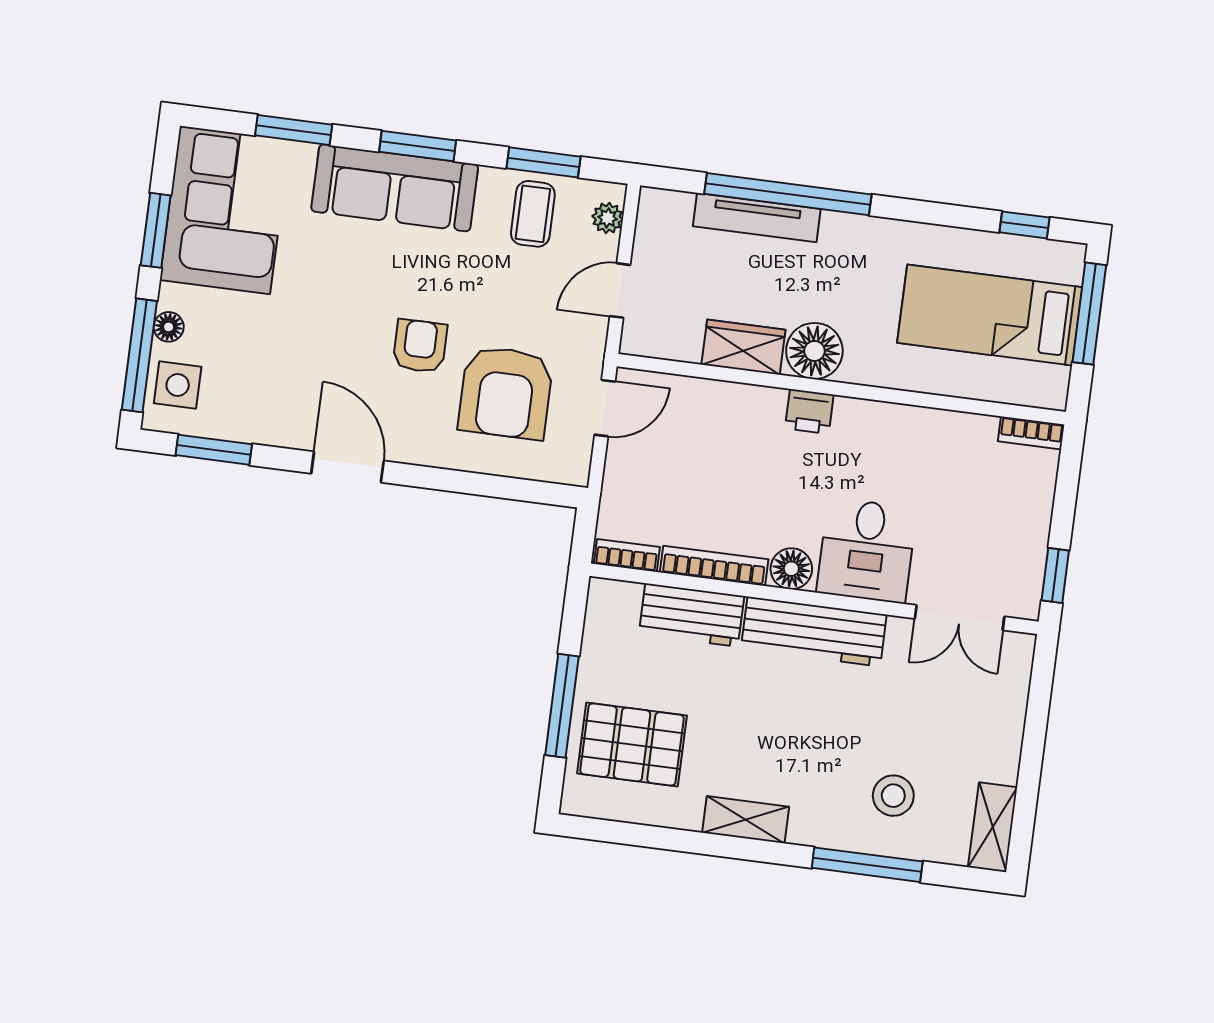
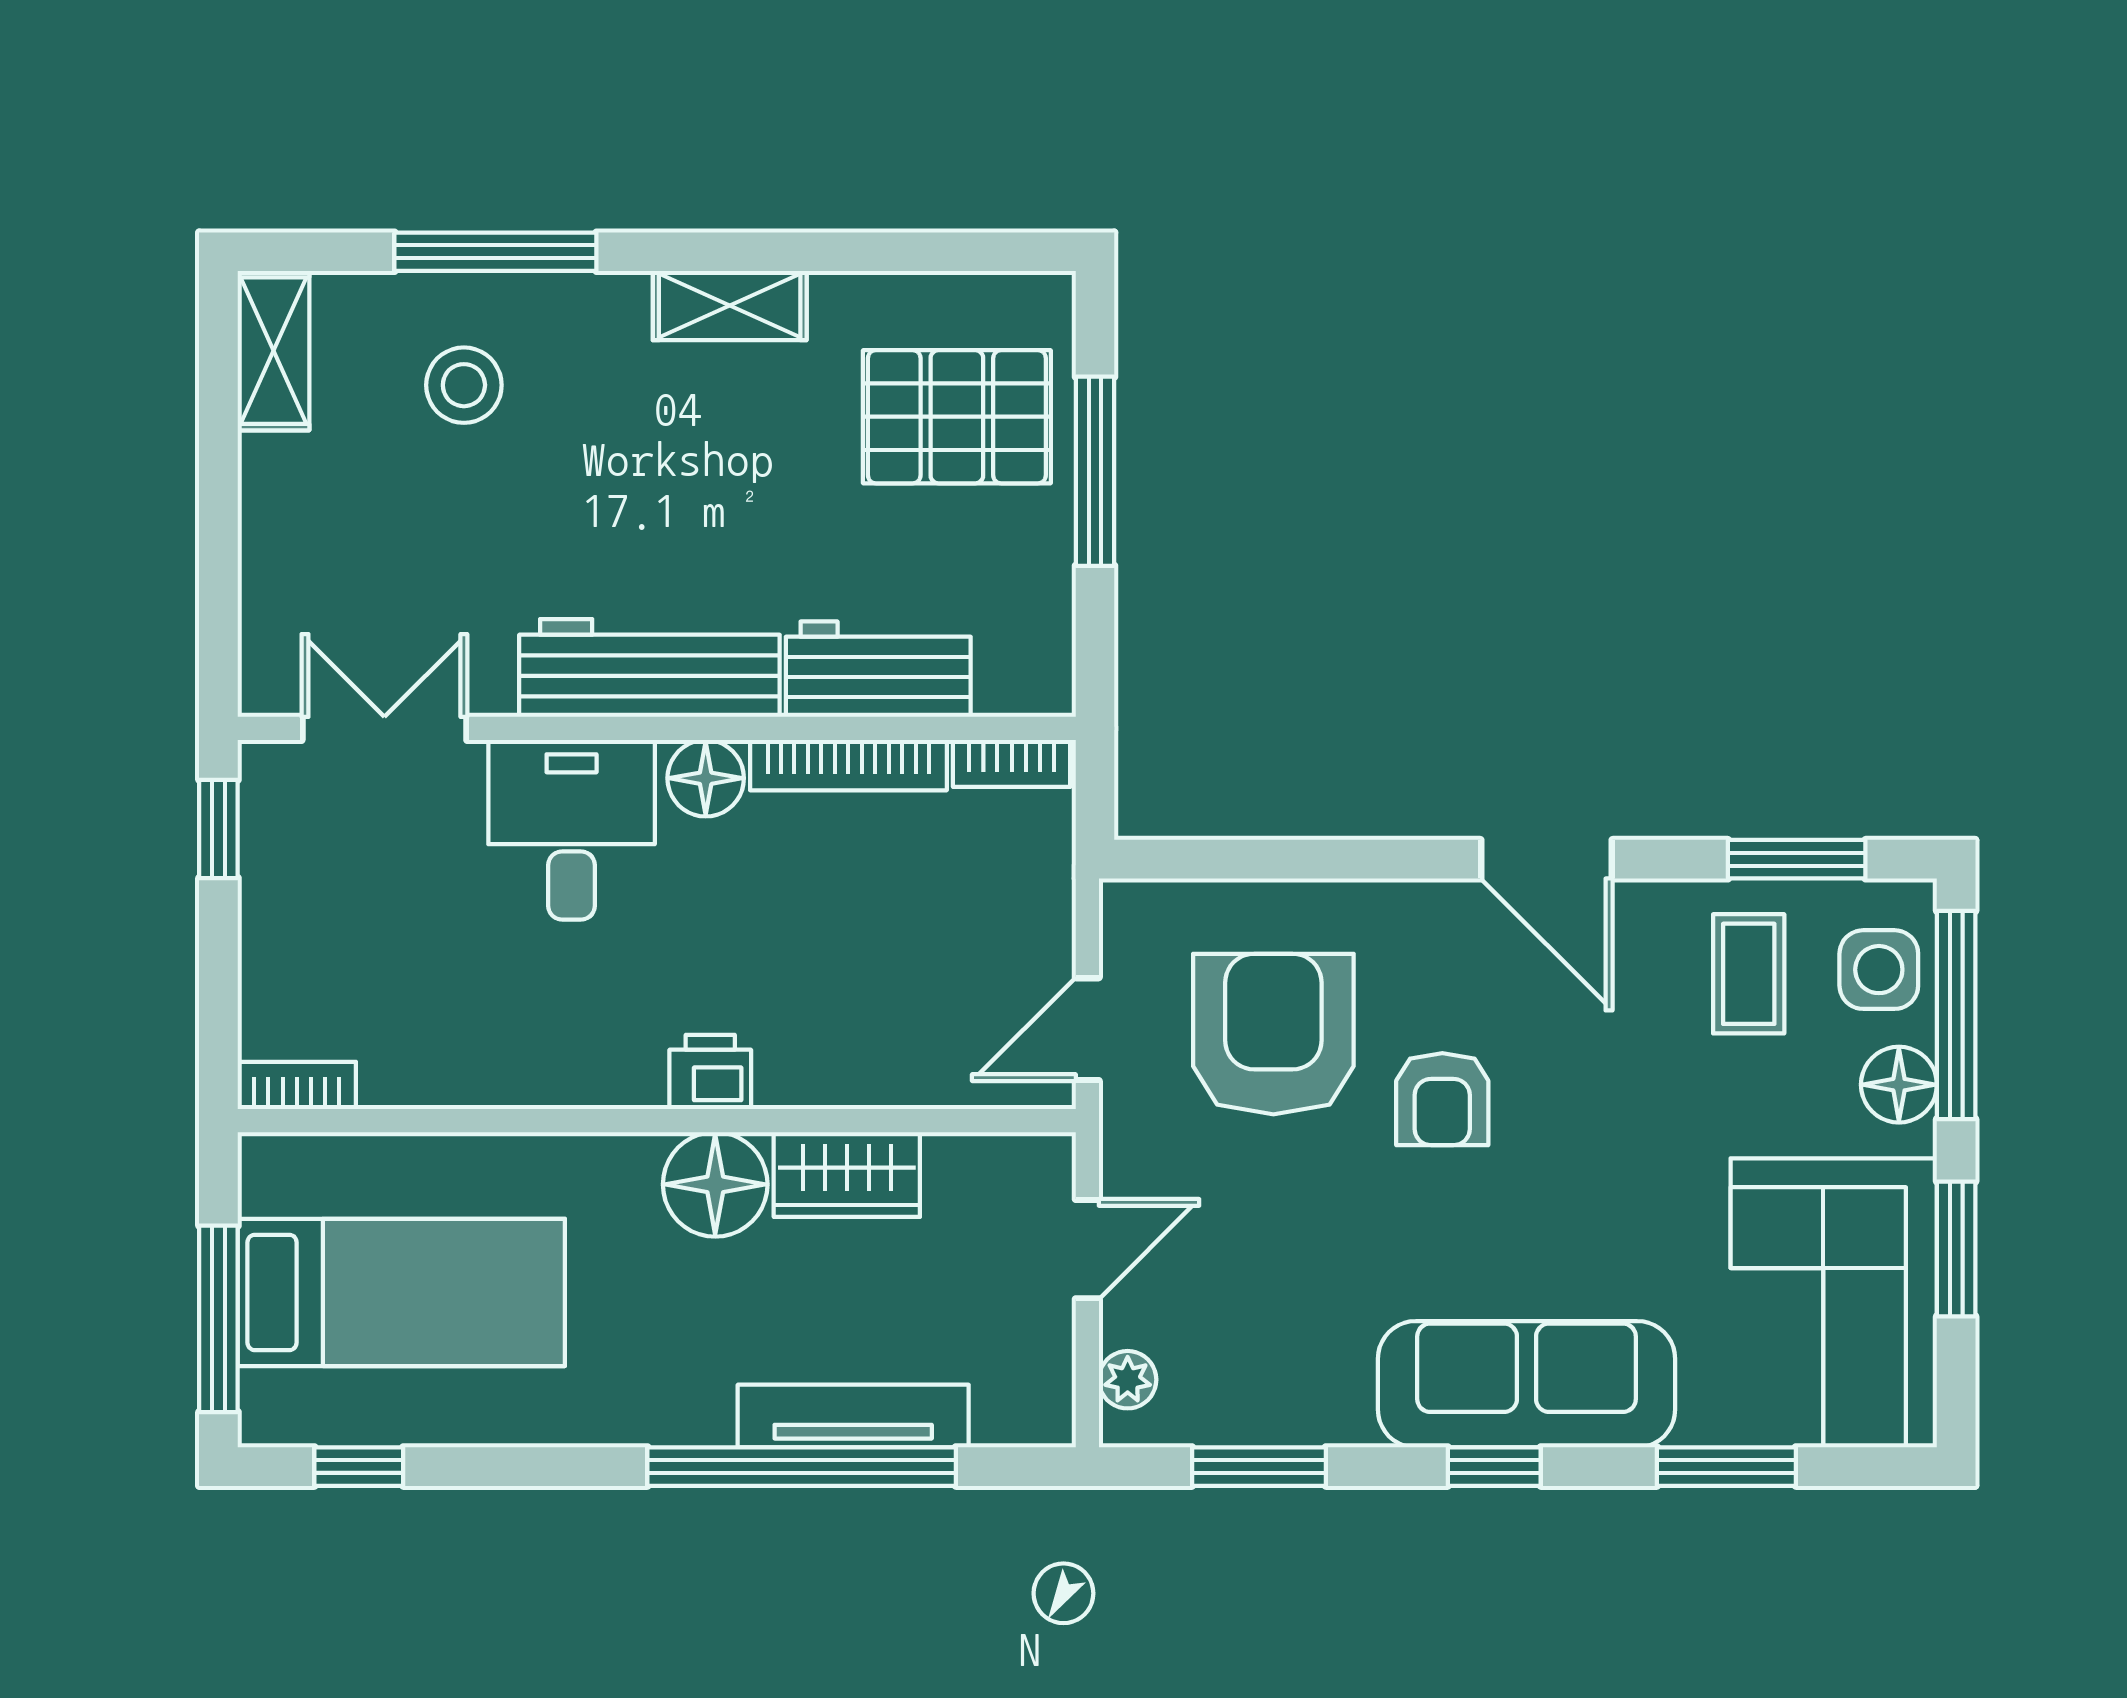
window: (418, 146) -> (1494, 1467), width x0.67
coffee table: (533, 214) -> (1749, 974), moved
floor lamp: (169, 327) -> (1899, 1085), width x1.37, depth x1.37

